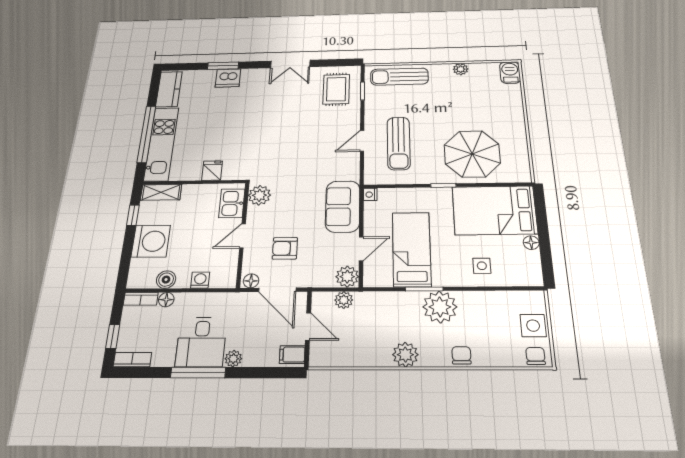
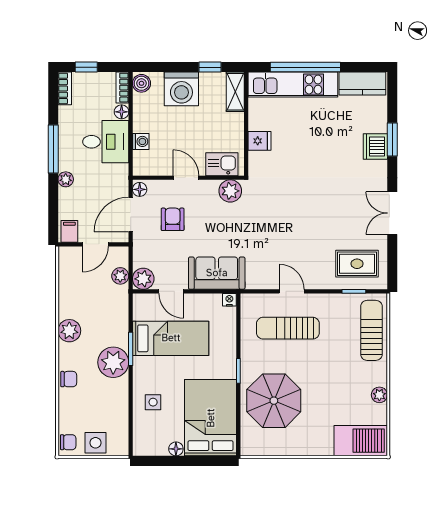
barbecue: (510, 73) -> (361, 441), width x1.88, depth x1.53
boiler: (166, 280) -> (141, 83), moved
desk: (201, 342) -> (106, 142), moved, turned 180

